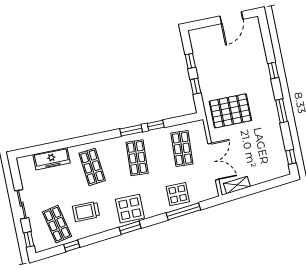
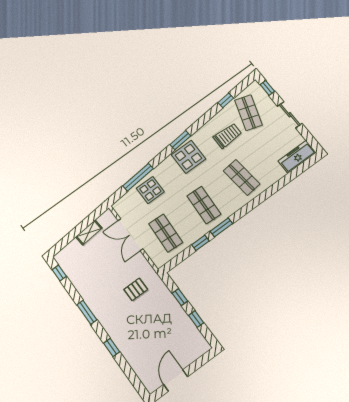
pallet: (230, 111) -> (136, 289), width x0.49, depth x0.50
freezer: (52, 159) -> (297, 157), moved
shelving: (237, 185) -> (89, 232), moved
shop shelf: (57, 224) -> (249, 113), turned 30

